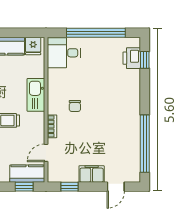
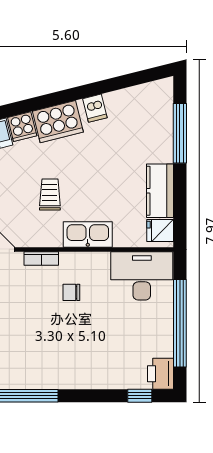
desk: (64, 53) -> (142, 276), width x1.37
printer: (132, 58) -> (161, 374), moved, turned -90

